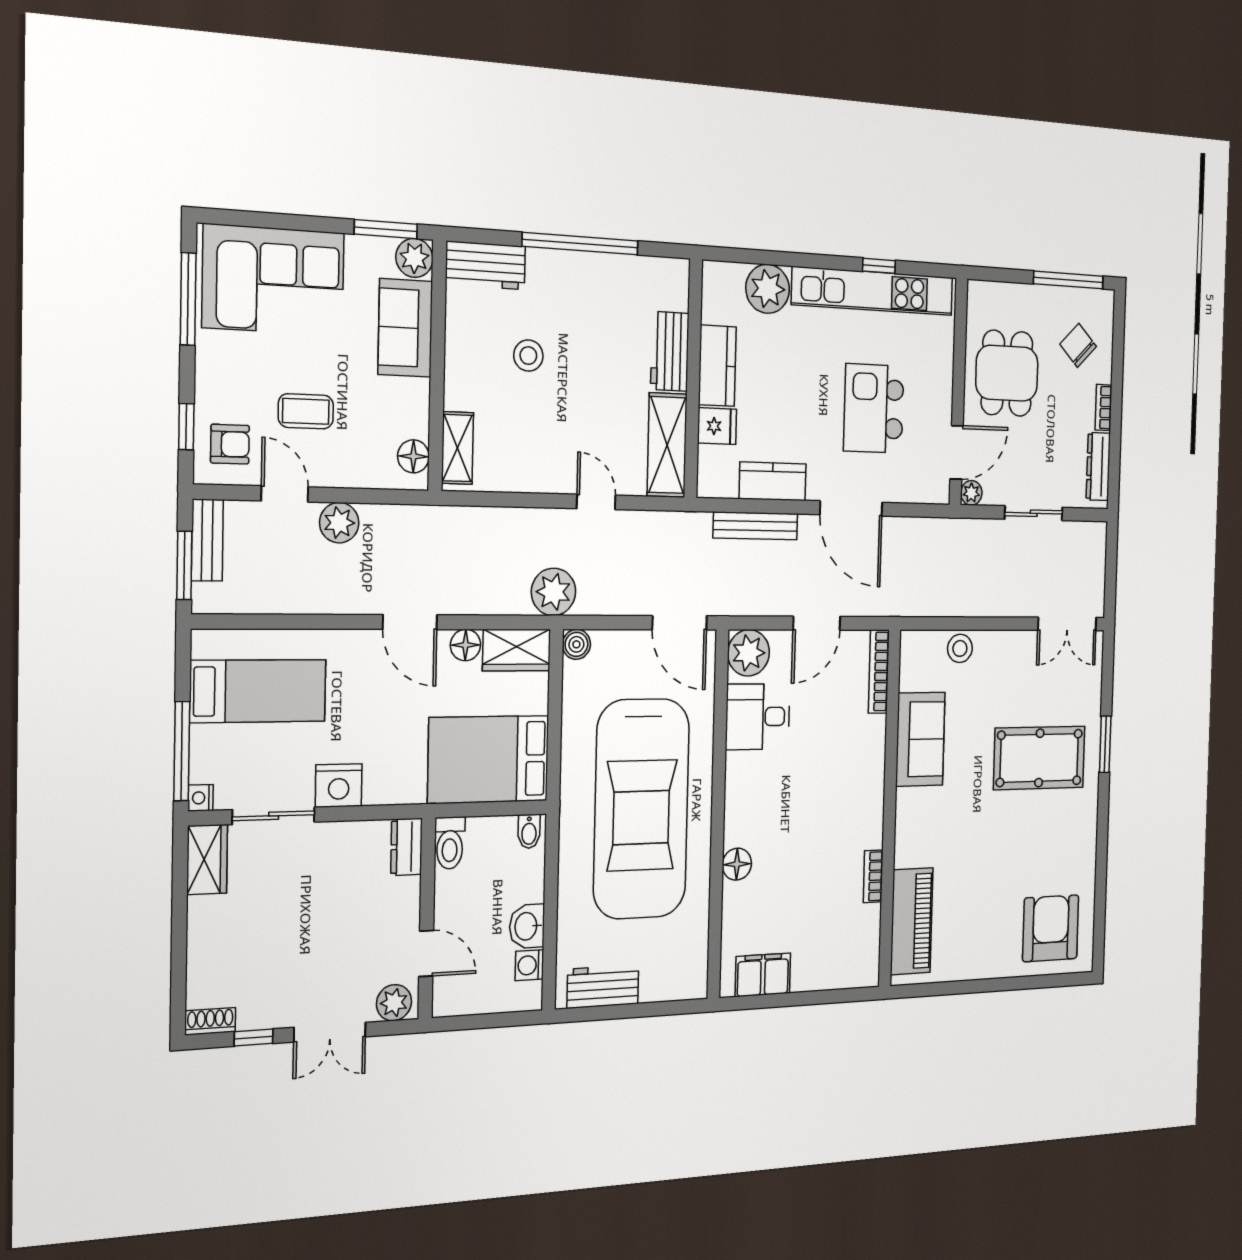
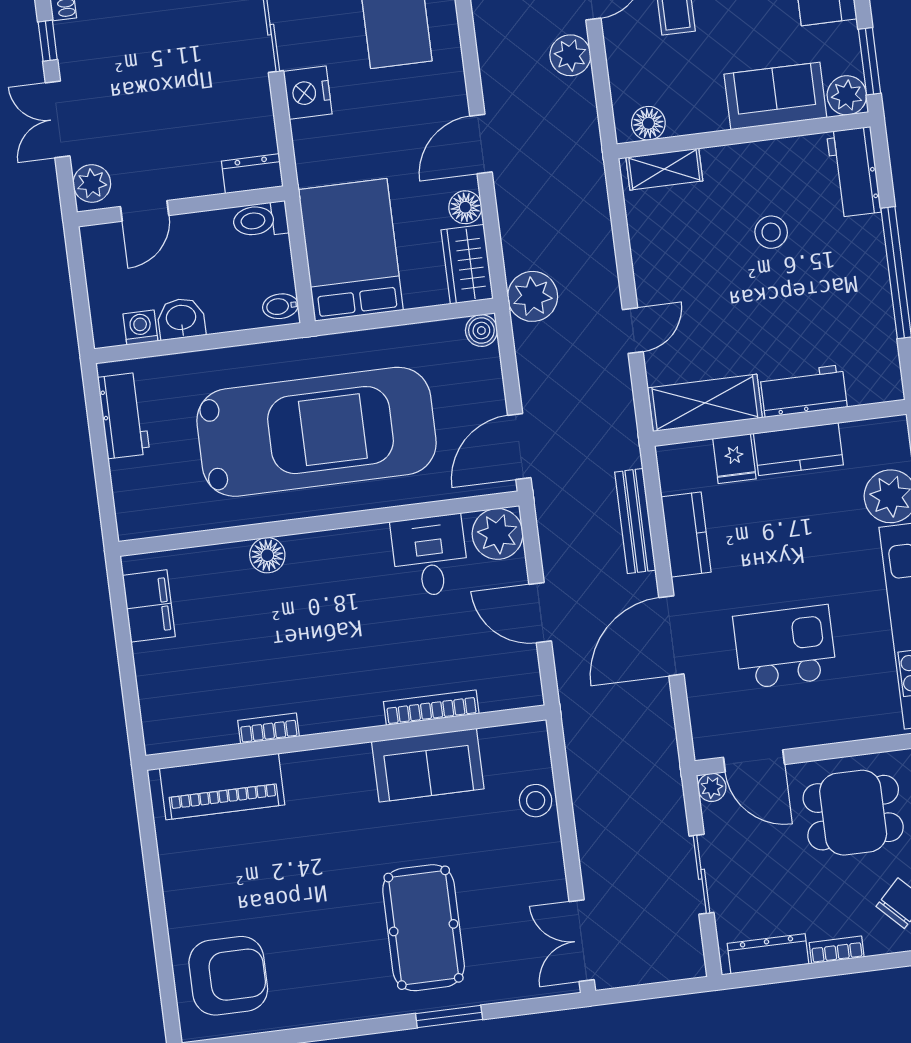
bookcase: (879, 671) -> (431, 708), moved
car: (641, 809) -> (317, 432), turned 180

